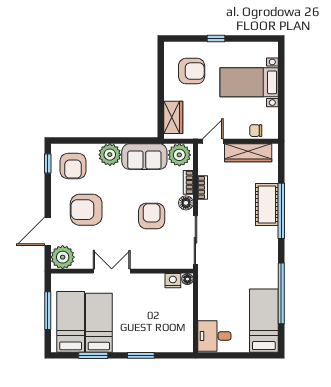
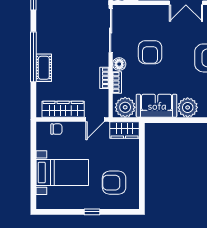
wardrobe: (173, 117) -> (125, 130), moved, turned -90
cot: (267, 204) -> (44, 68), width x0.73, depth x0.75

